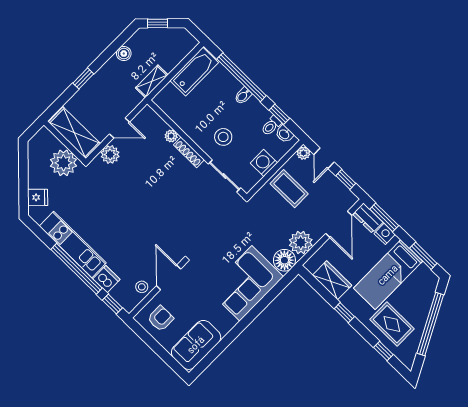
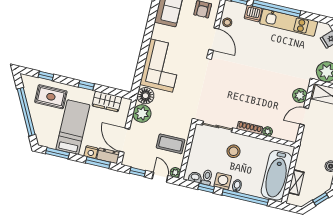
bathtub: (194, 72) -> (277, 175), width x1.36, depth x1.36
shelving: (152, 81) -> (296, 182), moved
washing machine: (264, 163) -> (223, 181), moved, turned -90

